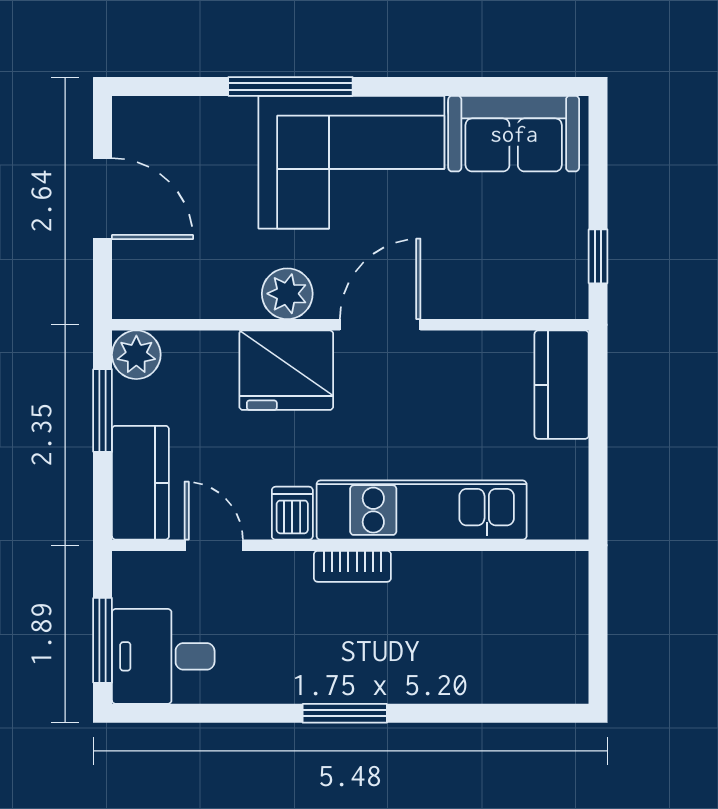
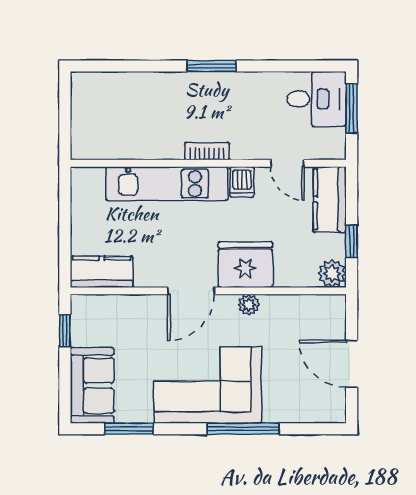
window: (488, 86) -> (129, 429), added
sofa: (514, 134) -> (92, 386), moved, turned 90
plant: (287, 294) -> (249, 305), width x0.73, depth x0.73
kitchen counter: (562, 385) -> (102, 272), moved, turned -90
window: (103, 411) -> (352, 241), width x0.67

